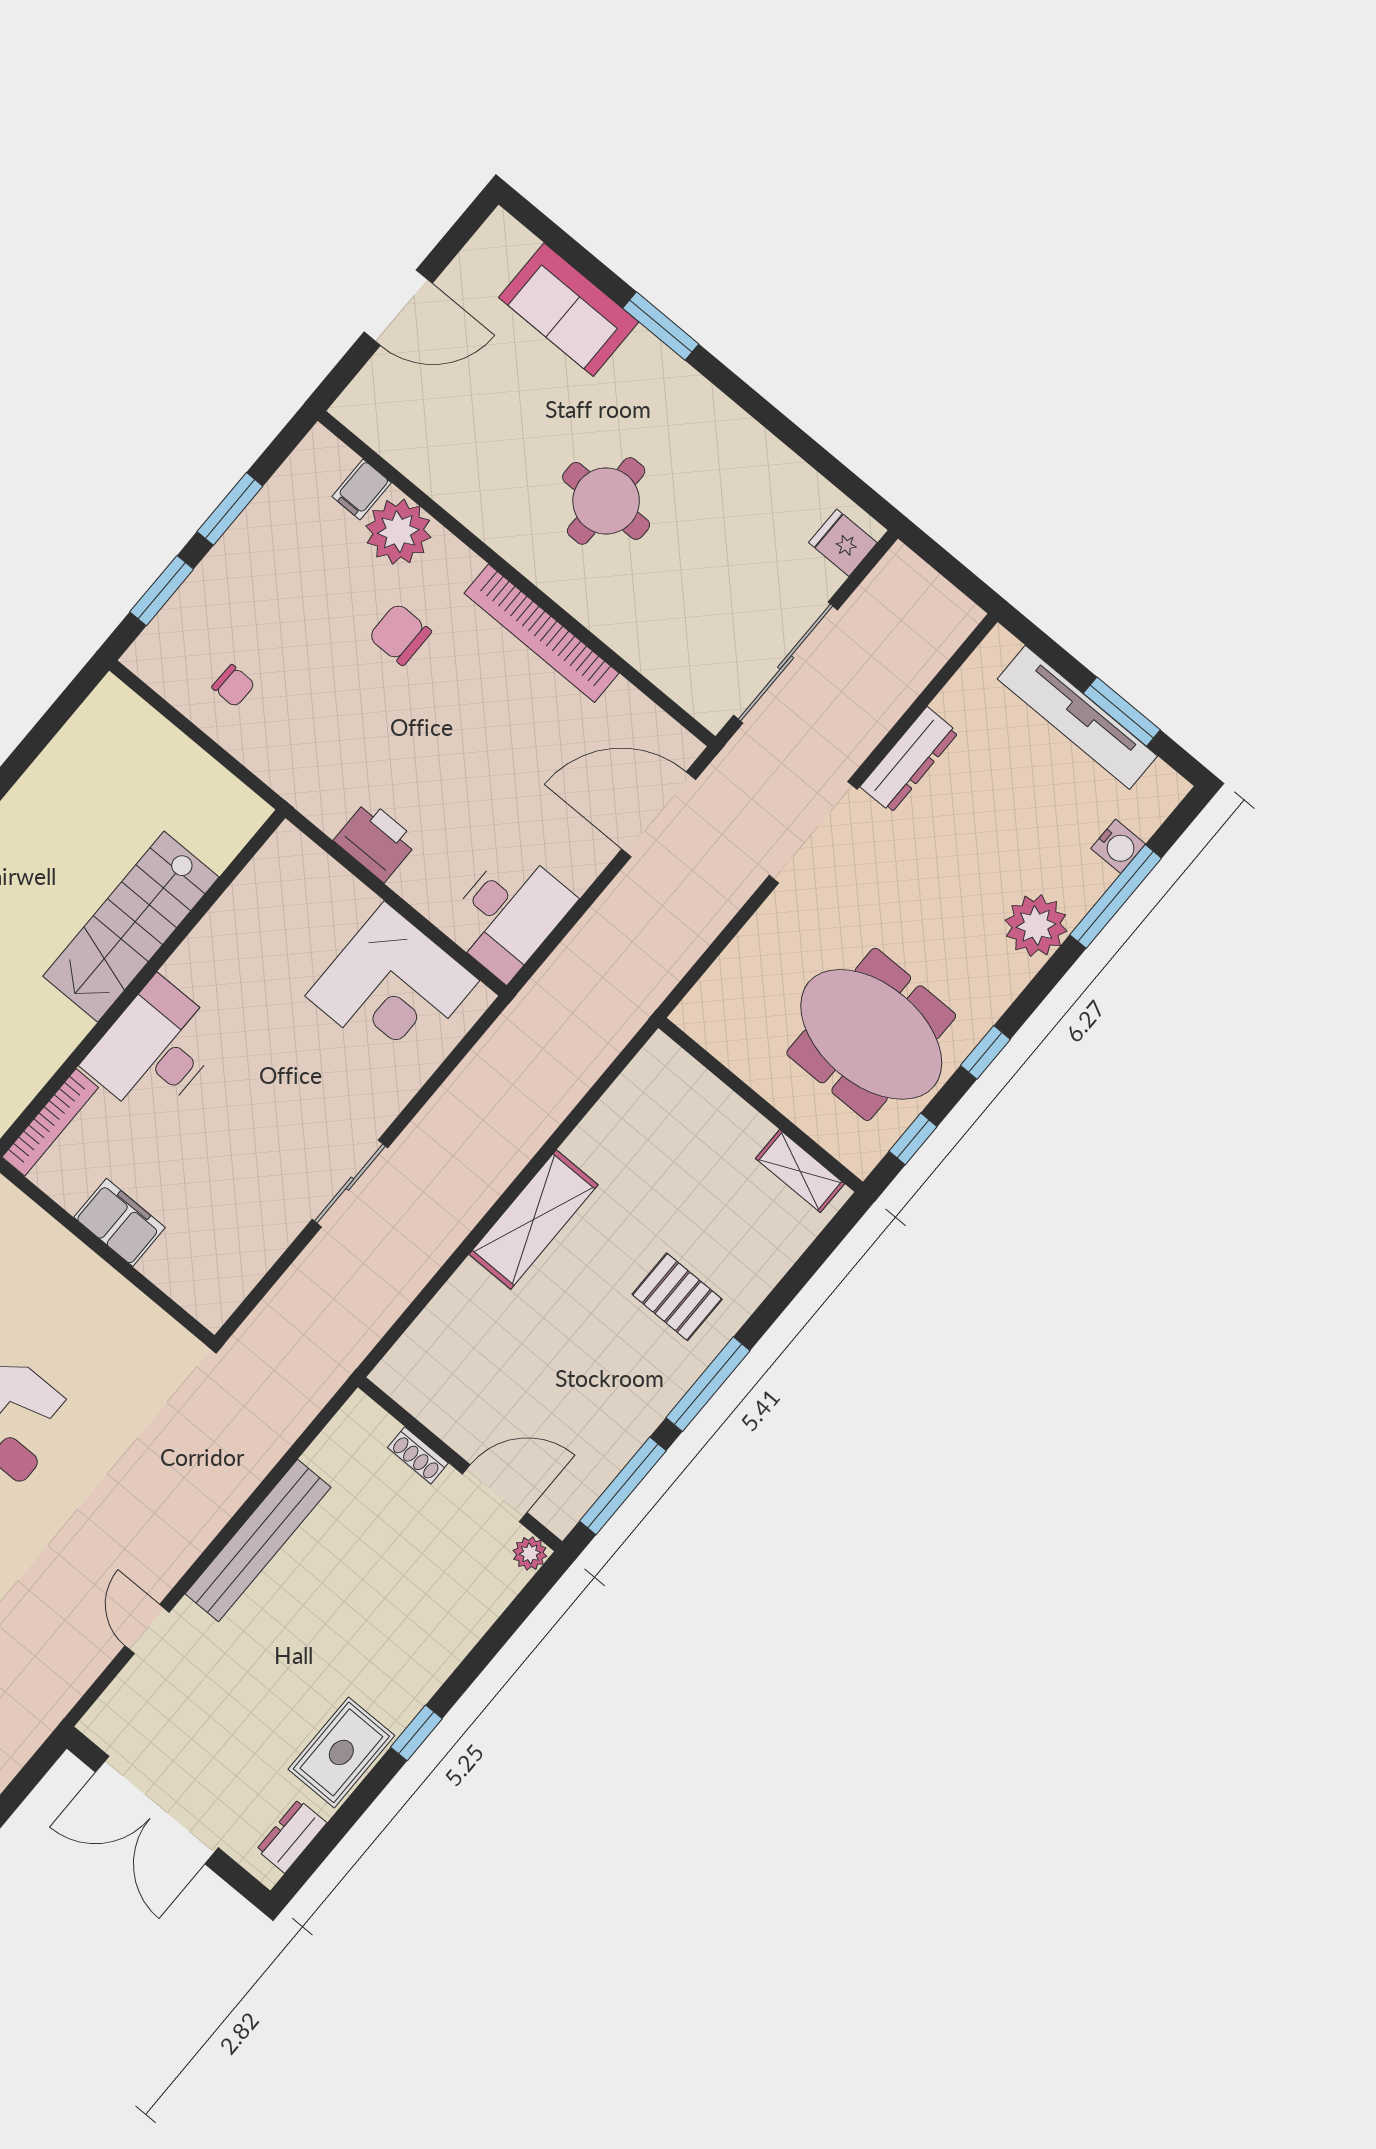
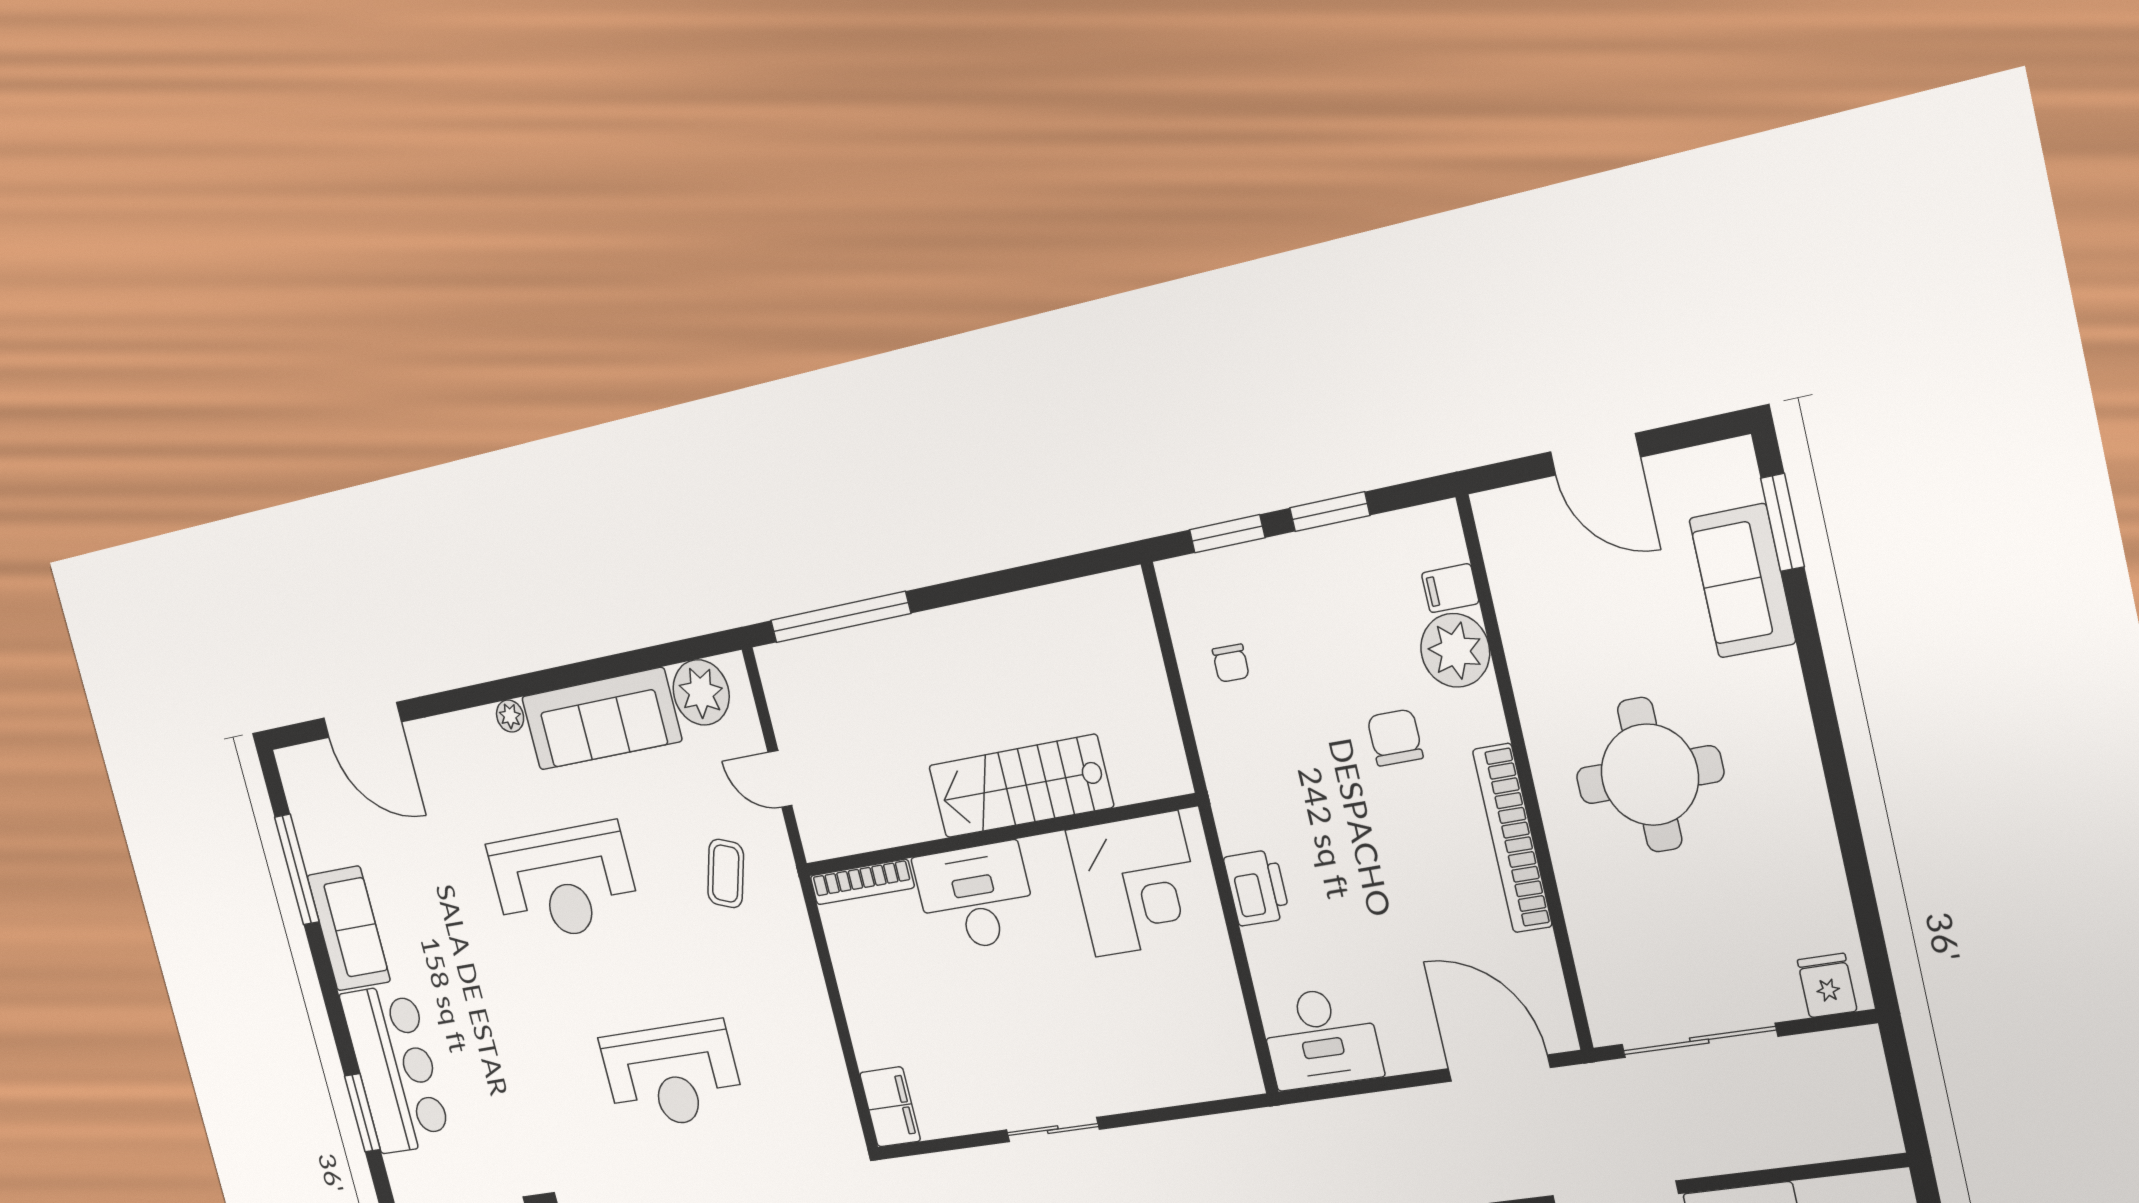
window: (661, 326) -> (1782, 522), moved
round table: (606, 501) -> (1650, 775), width x1.36, depth x1.36
corner desk: (392, 988) -> (1136, 884), moved, turned -90
filing cabinet: (120, 1222) -> (890, 1107), moved

